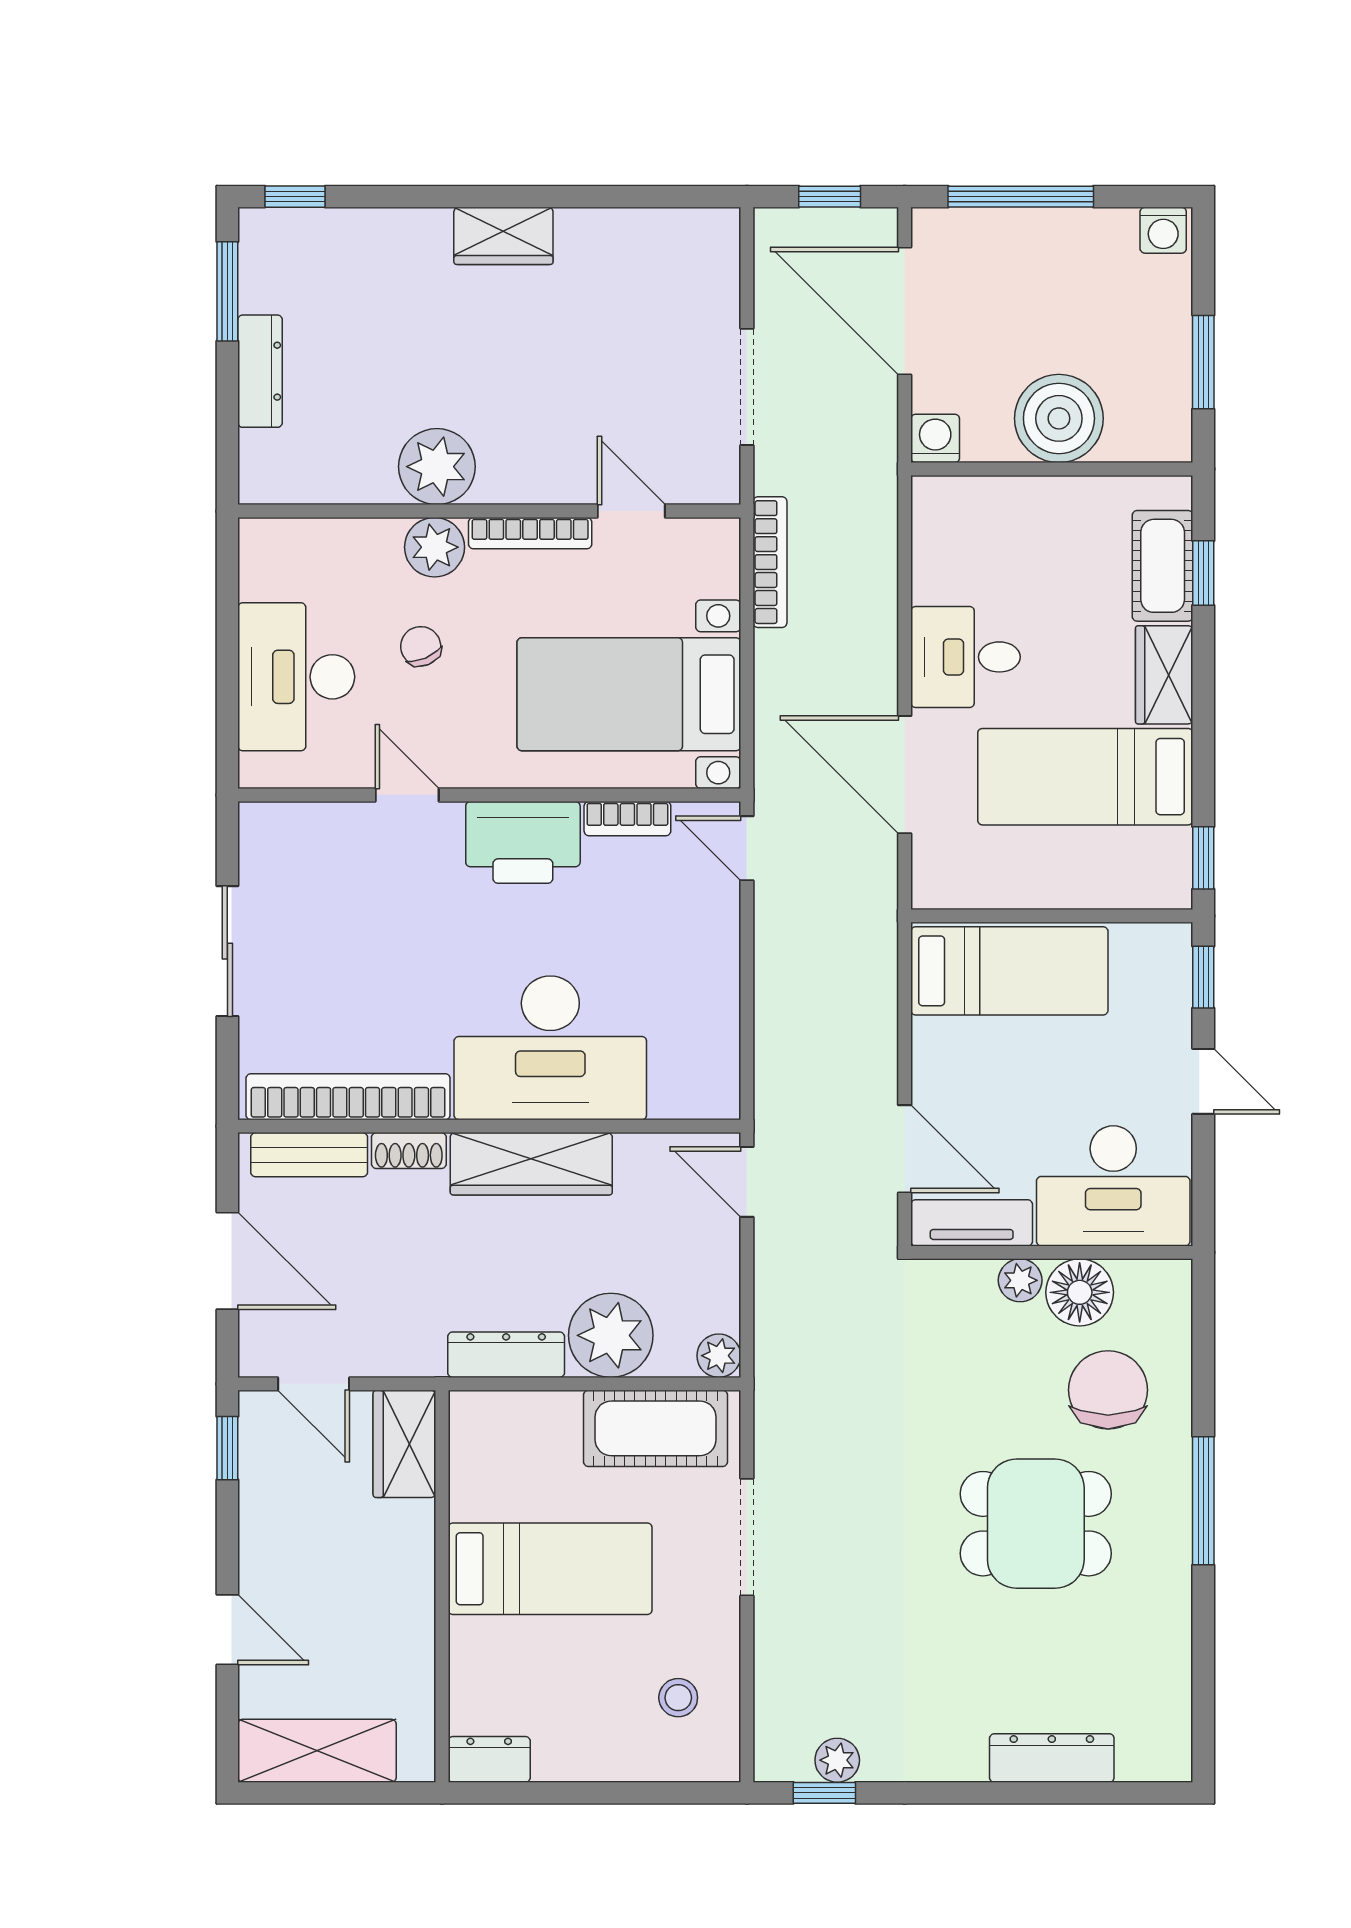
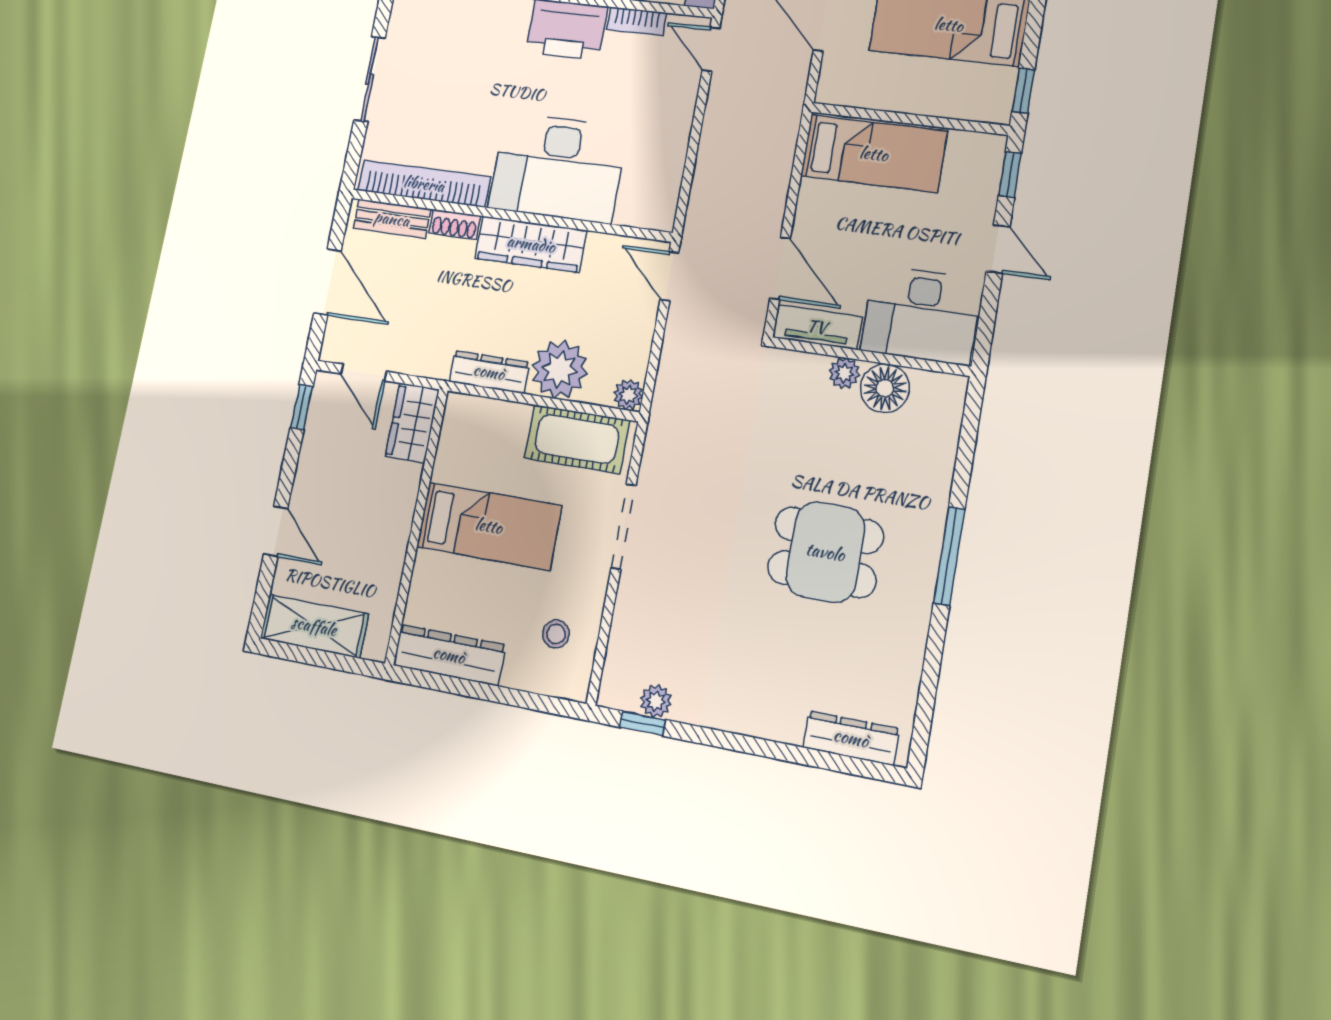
chair: (1108, 1390) -> (893, 462), removed
dresser: (1052, 1758) -> (851, 738), moved
dresser: (489, 1759) -> (449, 655), width x1.96, depth x1.24

